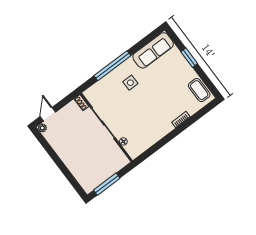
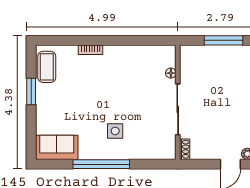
sofa: (153, 50) -> (57, 147), width x0.73
window: (189, 58) -> (31, 92), moved
window: (112, 66) -> (101, 164), moved

